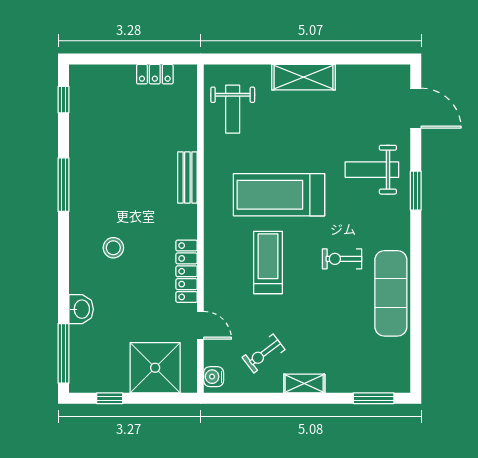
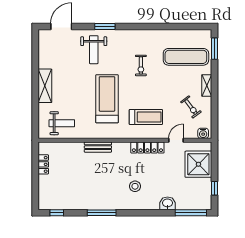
treadmill: (279, 195) -> (107, 99), turned 180
treadmill: (268, 263) -> (146, 117), moved, turned 180
exercise mat: (391, 293) -> (186, 57), moved

